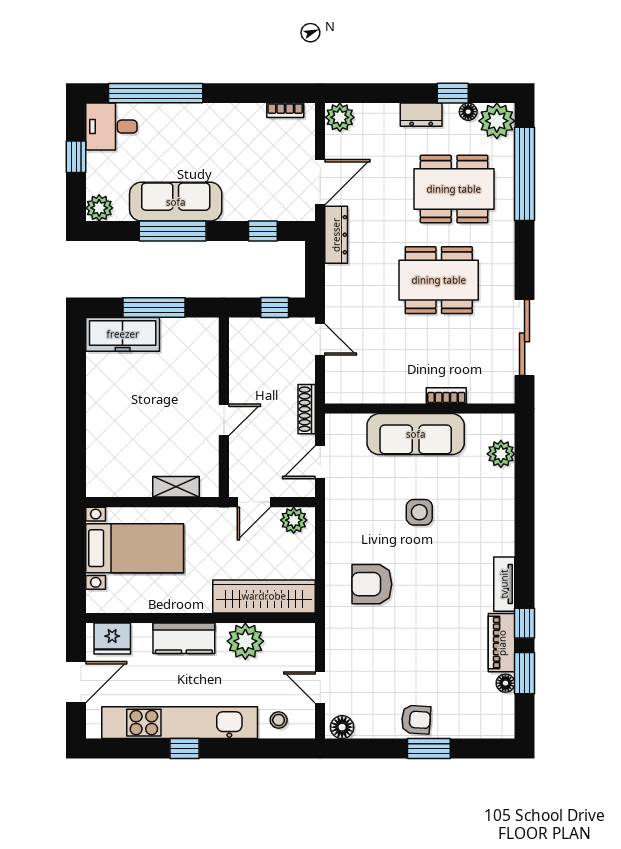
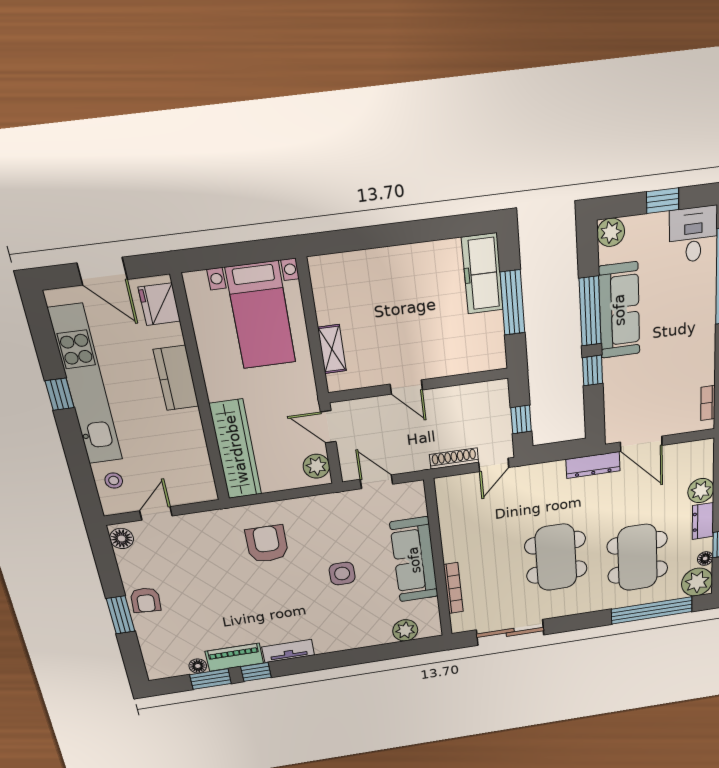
plant: (340, 117) -> (701, 491), moved
window: (263, 231) -> (593, 371), moved
bookcase: (446, 396) -> (453, 588), width x1.56
shoe rack: (307, 409) -> (454, 459), moved
plant: (245, 641) -> (186, 438), removed

